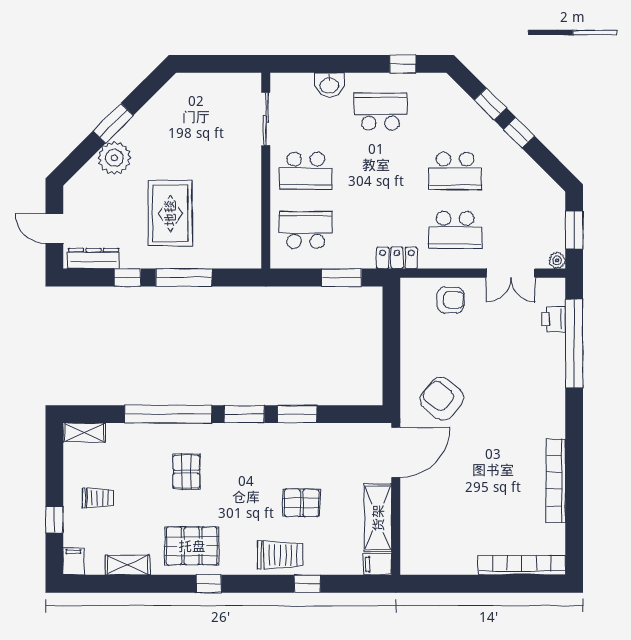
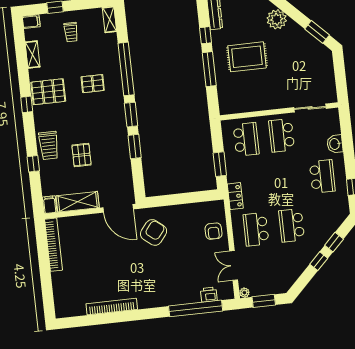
window: (113, 123) -> (317, 32), moved
pallet: (192, 546) -> (48, 92), turned 90
bookcase: (522, 565) -> (54, 245), moved

